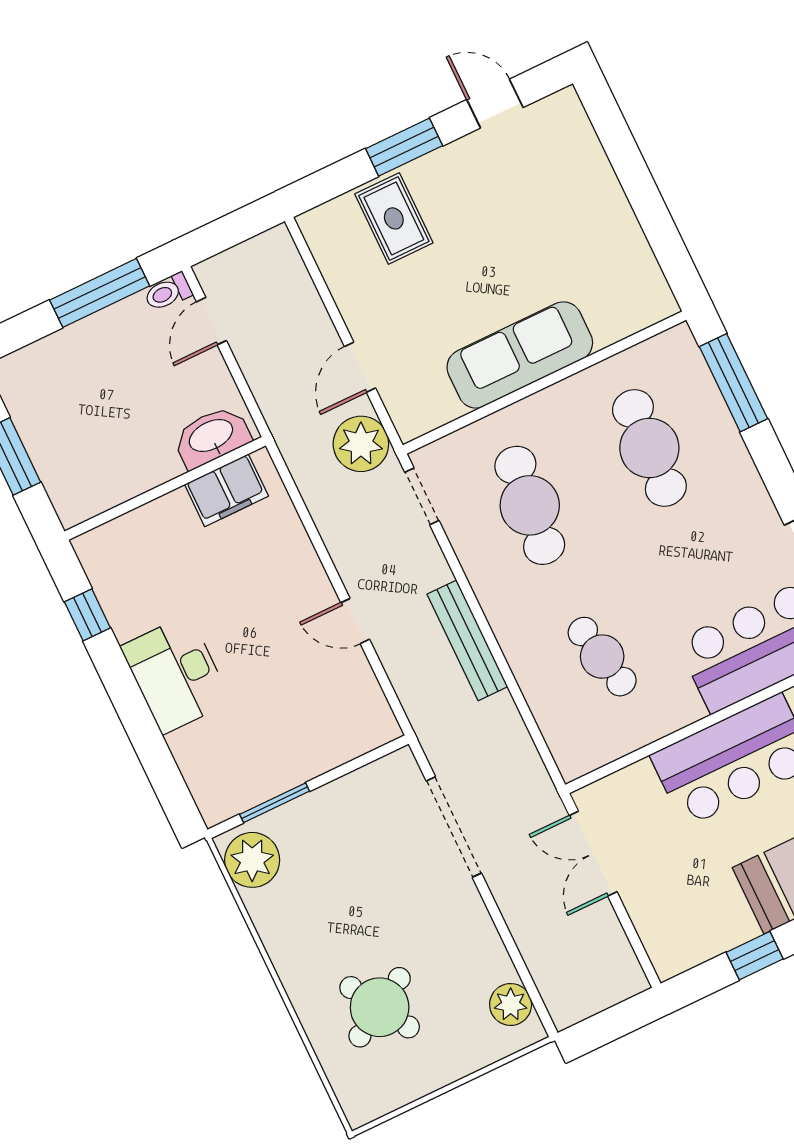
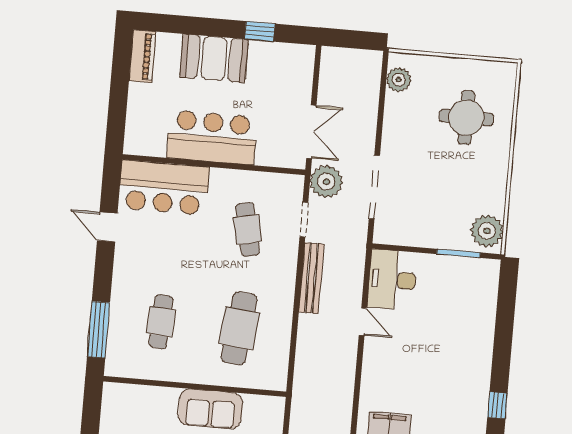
sofa: (520, 355) -> (210, 409), width x0.73
plant: (361, 444) -> (326, 182), moved
cafe table: (649, 448) -> (161, 322), width x0.73, depth x0.74
doorway: (422, 496) -> (304, 220), moved
desk: (176, 674) -> (392, 280), moved, turned 180
round table: (380, 1007) -> (466, 118), turned 30

